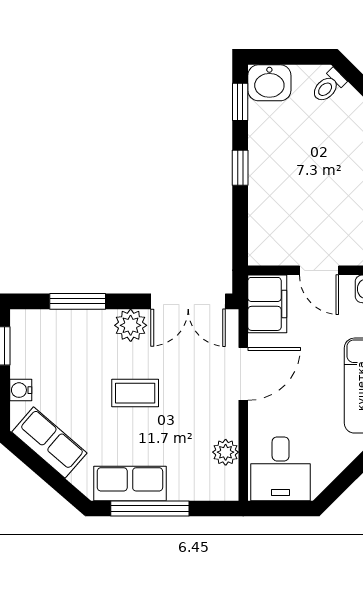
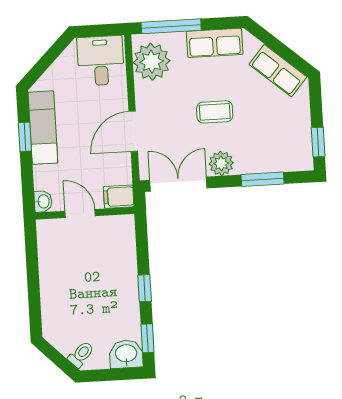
filing cabinet: (267, 304) -> (119, 197), width x0.50
water cooler: (21, 390) -> (302, 109), removed
plant: (226, 452) -> (152, 62), width x1.88, depth x1.88
window: (150, 509) -> (171, 26), moved

